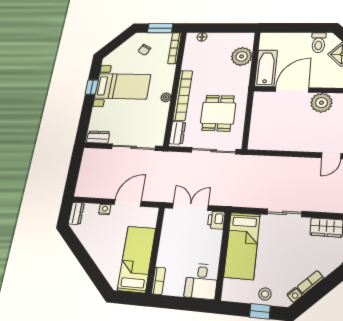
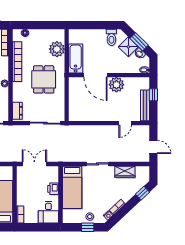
door: (292, 90) -> (96, 75), swing flipped
bookcase: (183, 95) -> (17, 62), moved
dining table: (218, 113) -> (44, 79), moved
printer: (216, 220) -> (53, 189), moved

